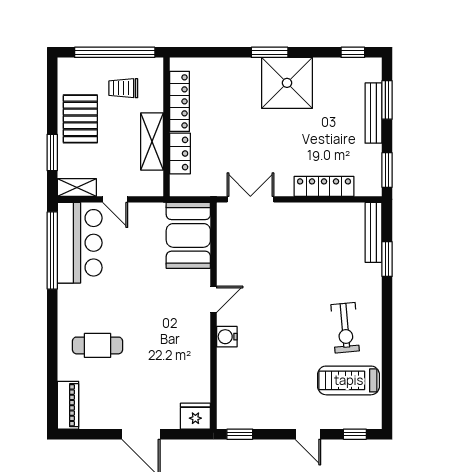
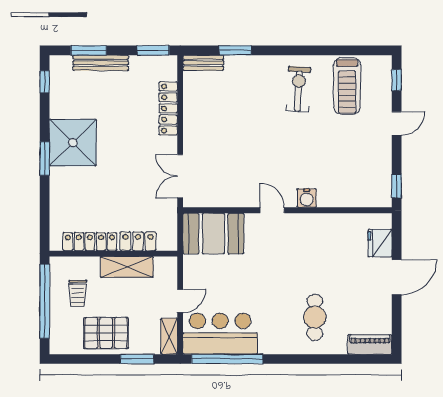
bench: (374, 232) -> (203, 63), width x0.73
exercise bike: (345, 328) -> (299, 89), turned -82
fridge: (195, 416) -> (380, 243), moved

